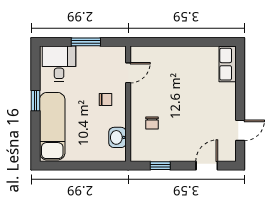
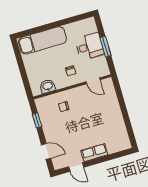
desk: (59, 64) -> (90, 46), moved
row of seats: (228, 64) -> (94, 153), moved
window: (35, 101) -> (56, 24), removed

